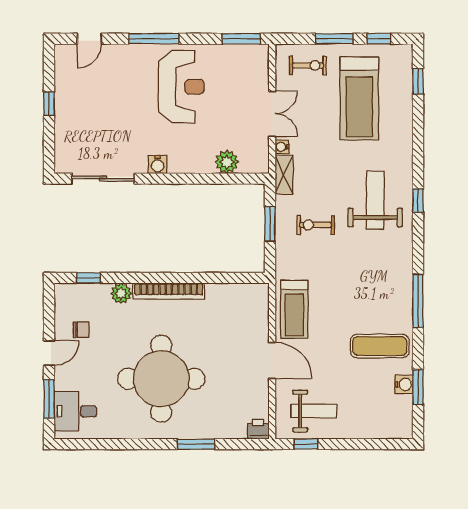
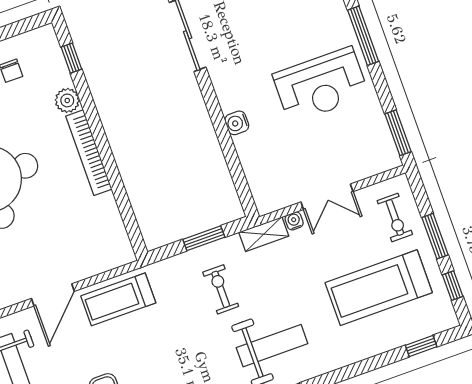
plant: (227, 162) -> (255, 166), removed
water cooler: (157, 164) -> (237, 123), moved

